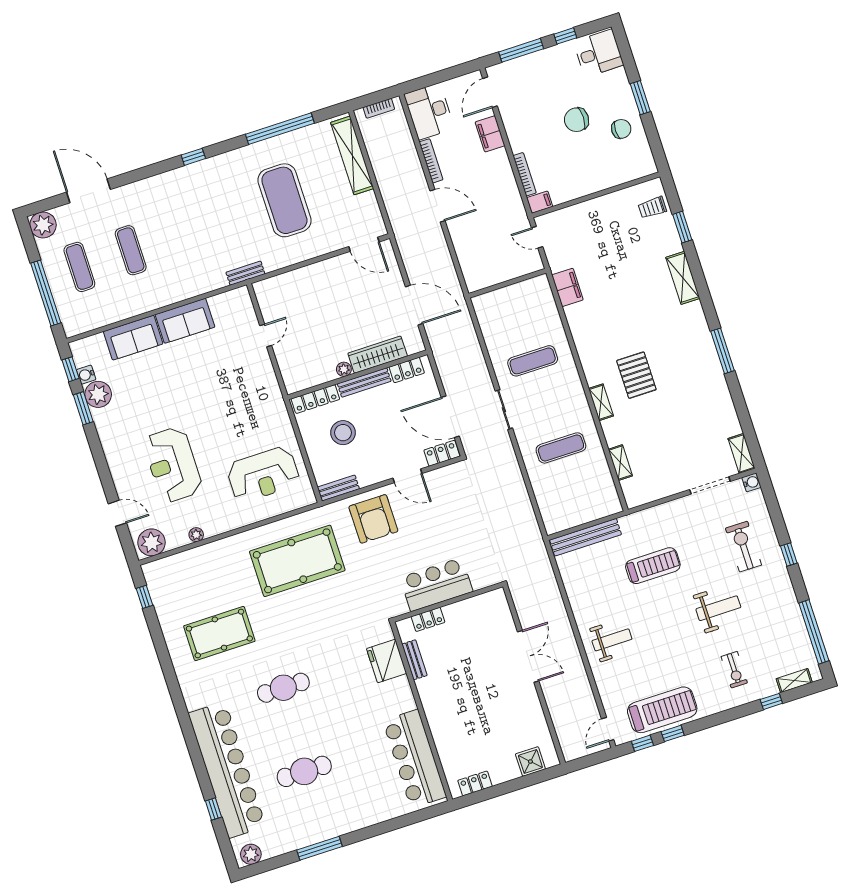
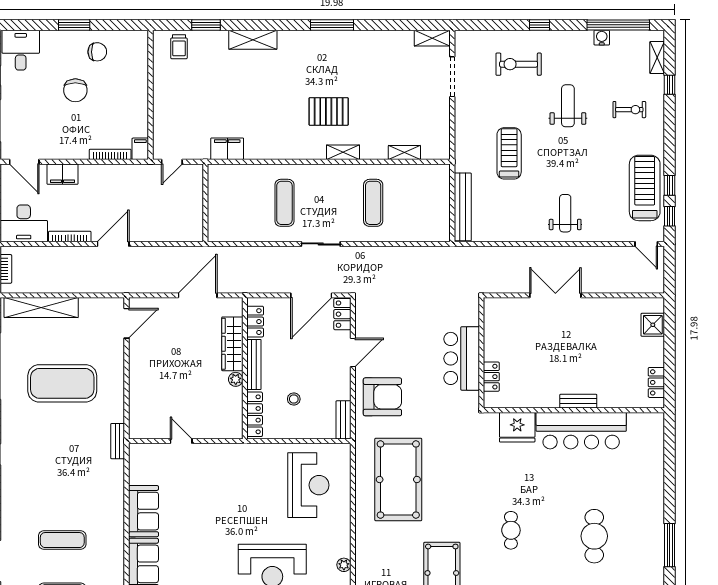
chair: (621, 129) -> (97, 52), turned 90
stool: (343, 433) -> (294, 399), width x0.53, depth x0.53
water cooler: (751, 482) -> (602, 38), moved
bench: (414, 660) -> (578, 401), moved
cafe table: (283, 688) -> (511, 530), width x0.73, depth x0.74
bar counter: (415, 759) -> (581, 431), moved

